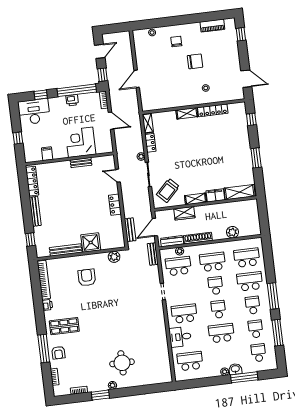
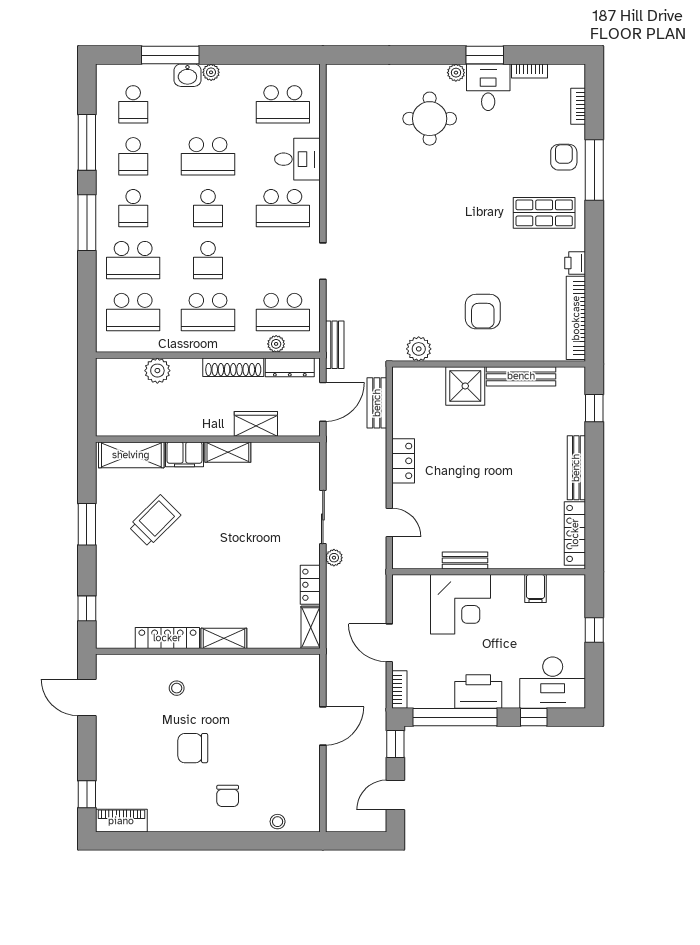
piano: (212, 26) -> (121, 821), moved
printer: (72, 100) -> (478, 691), width x1.87, depth x1.48
trolley: (168, 190) -> (155, 521), moved
desk: (97, 380) -> (488, 87), added

